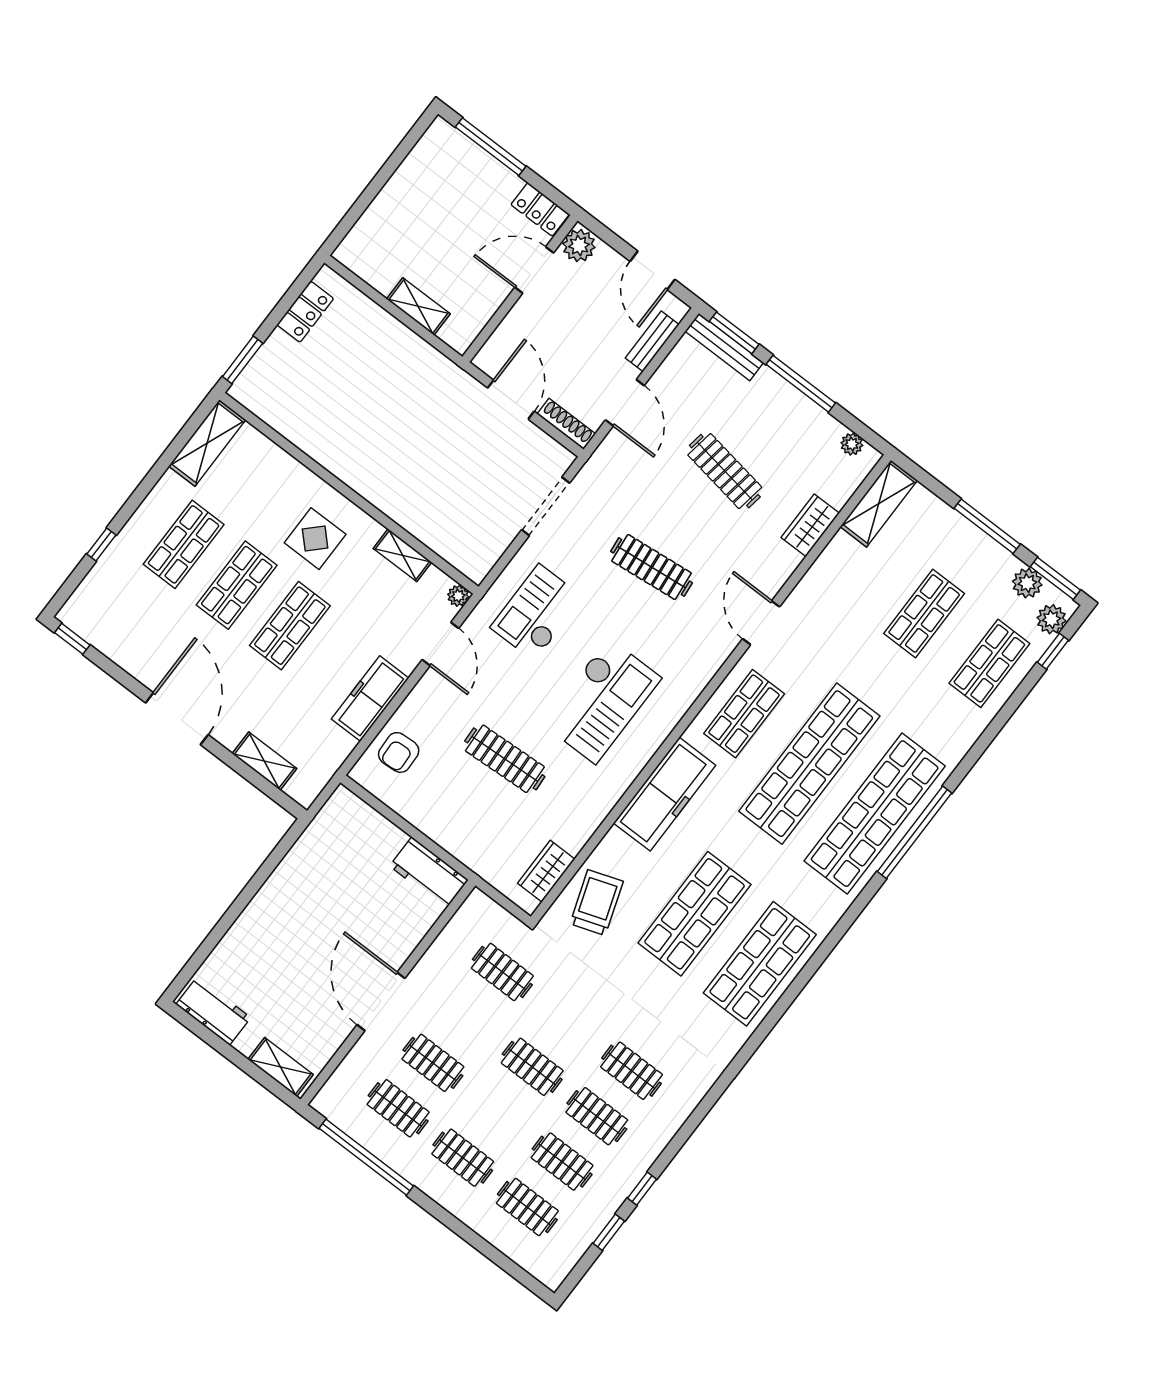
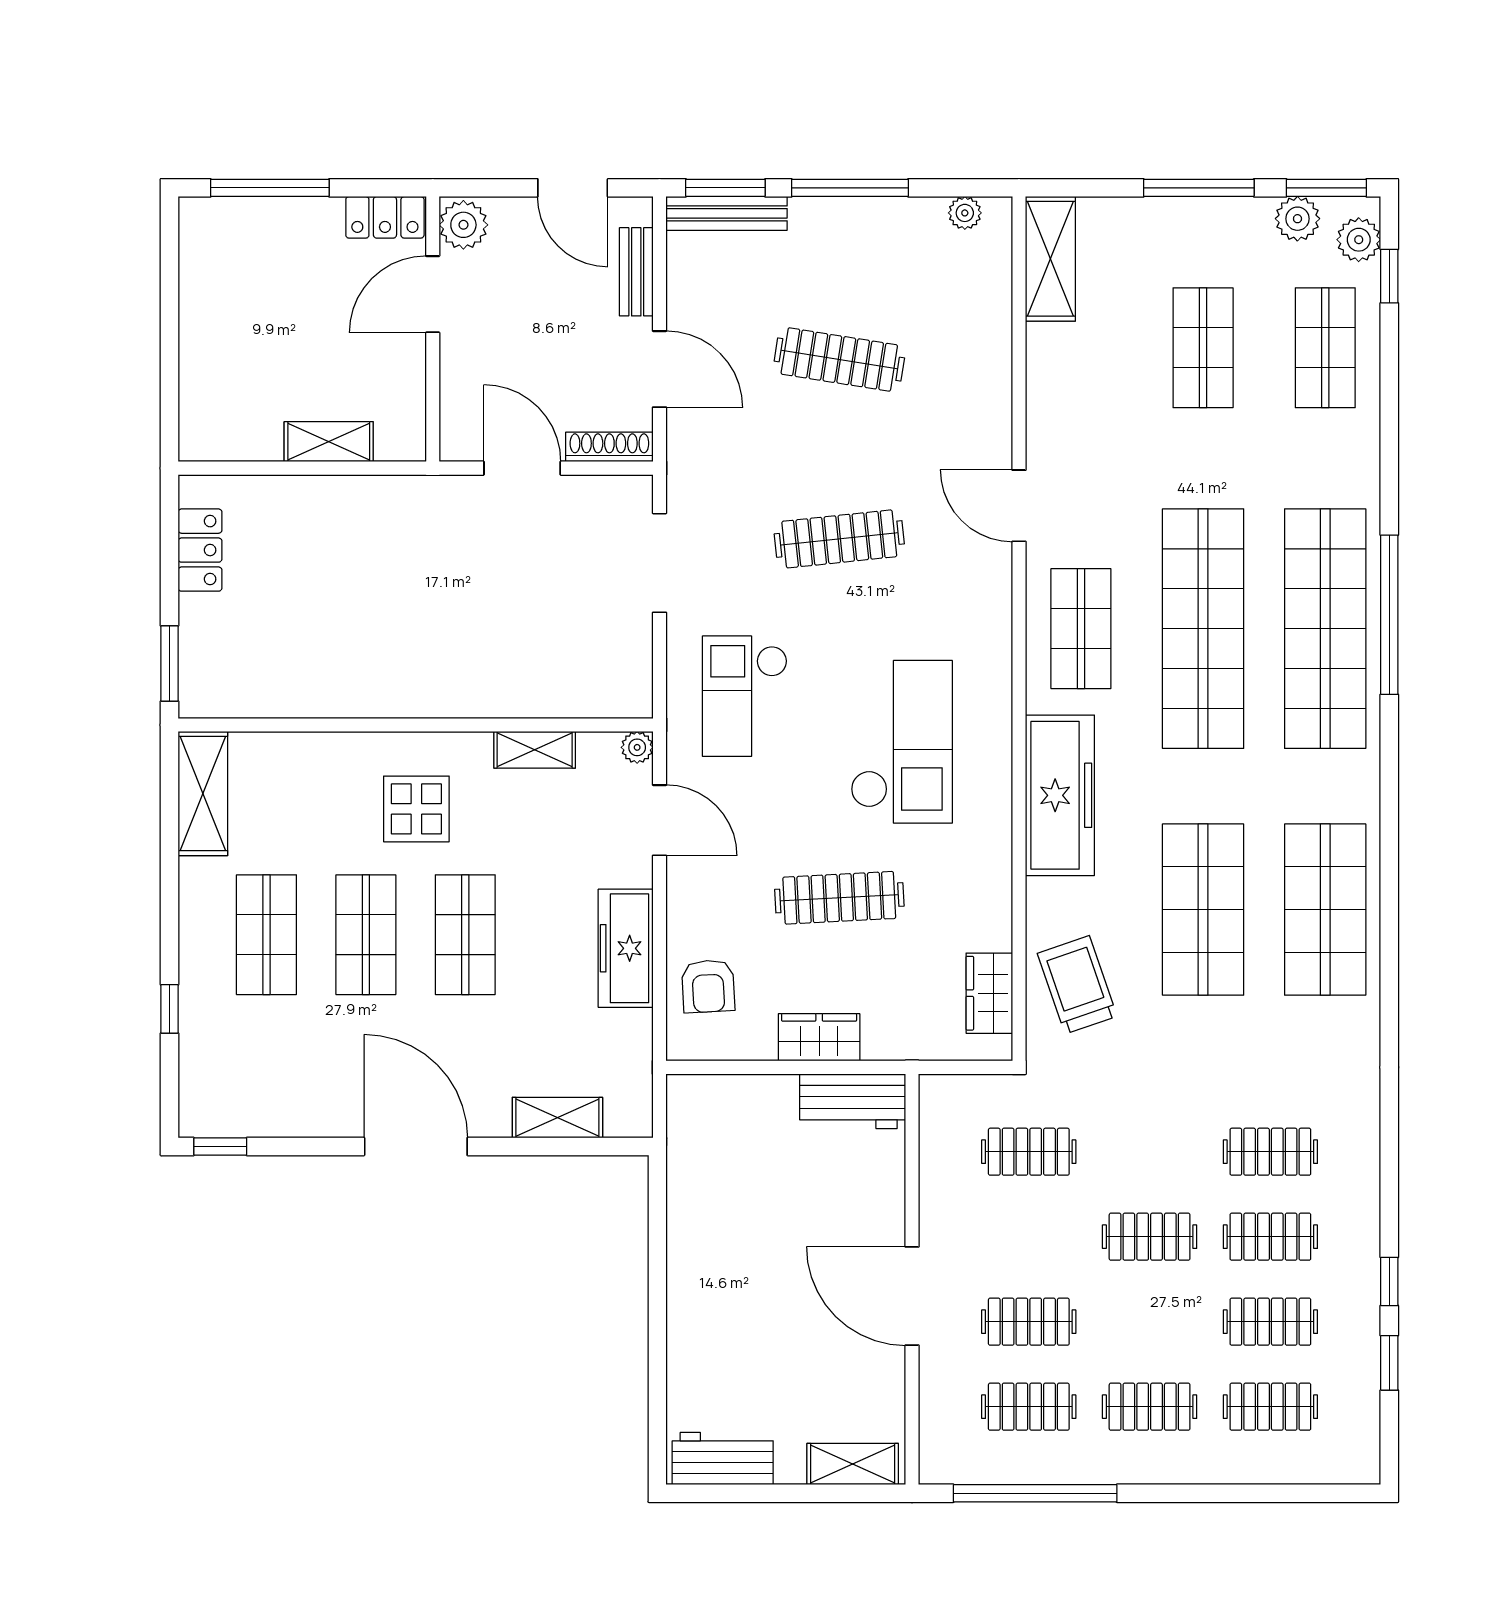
wardrobe: (810, 525) -> (819, 1037), moved, turned 90

